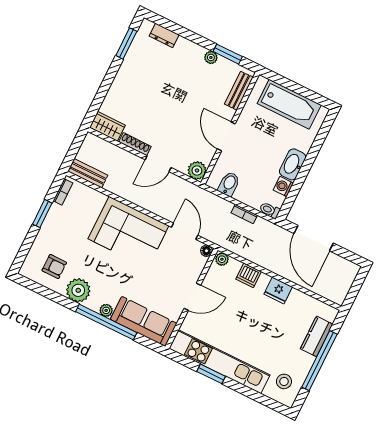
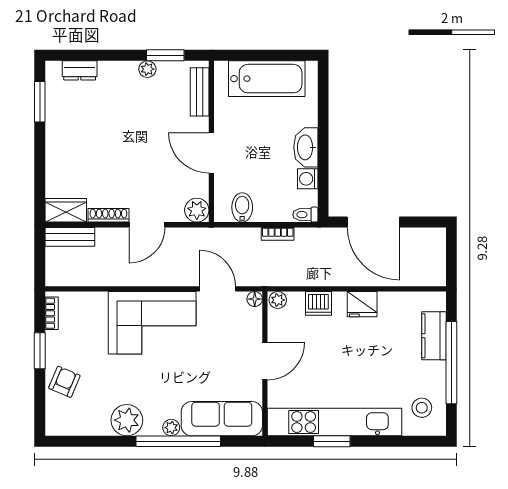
bench: (88, 173) -> (70, 237), moved
armchair: (54, 266) -> (64, 382), moved, turned -67

